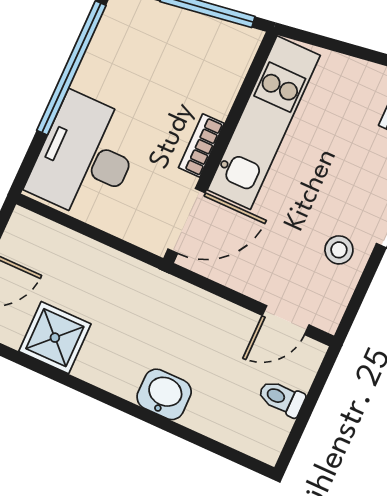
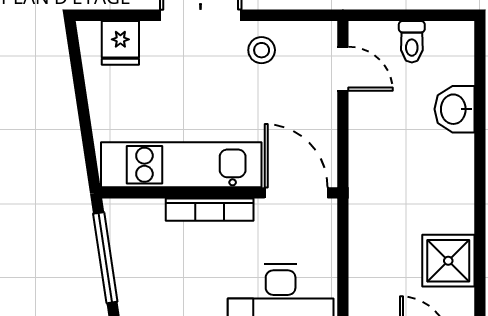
bookcase: (201, 146) -> (210, 210), width x1.56
washbasin: (164, 394) -> (454, 109), moved

